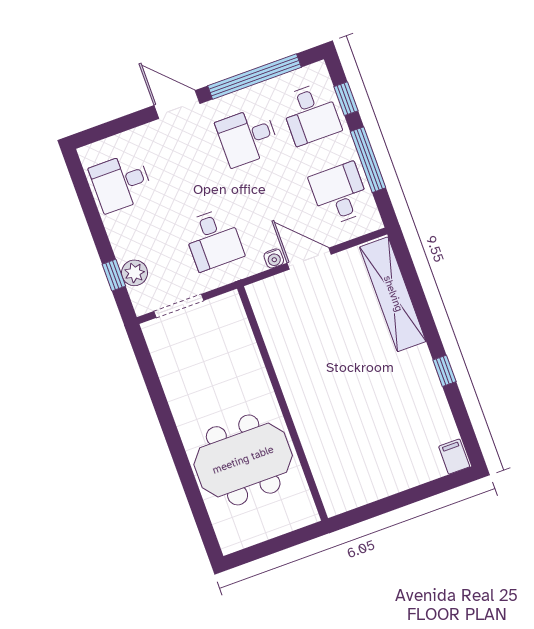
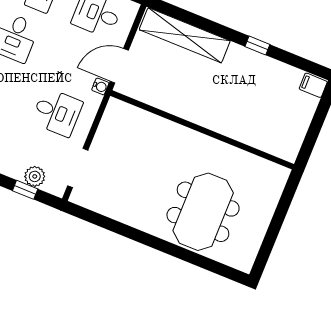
wall: (283, 403) -> (202, 130), moved

